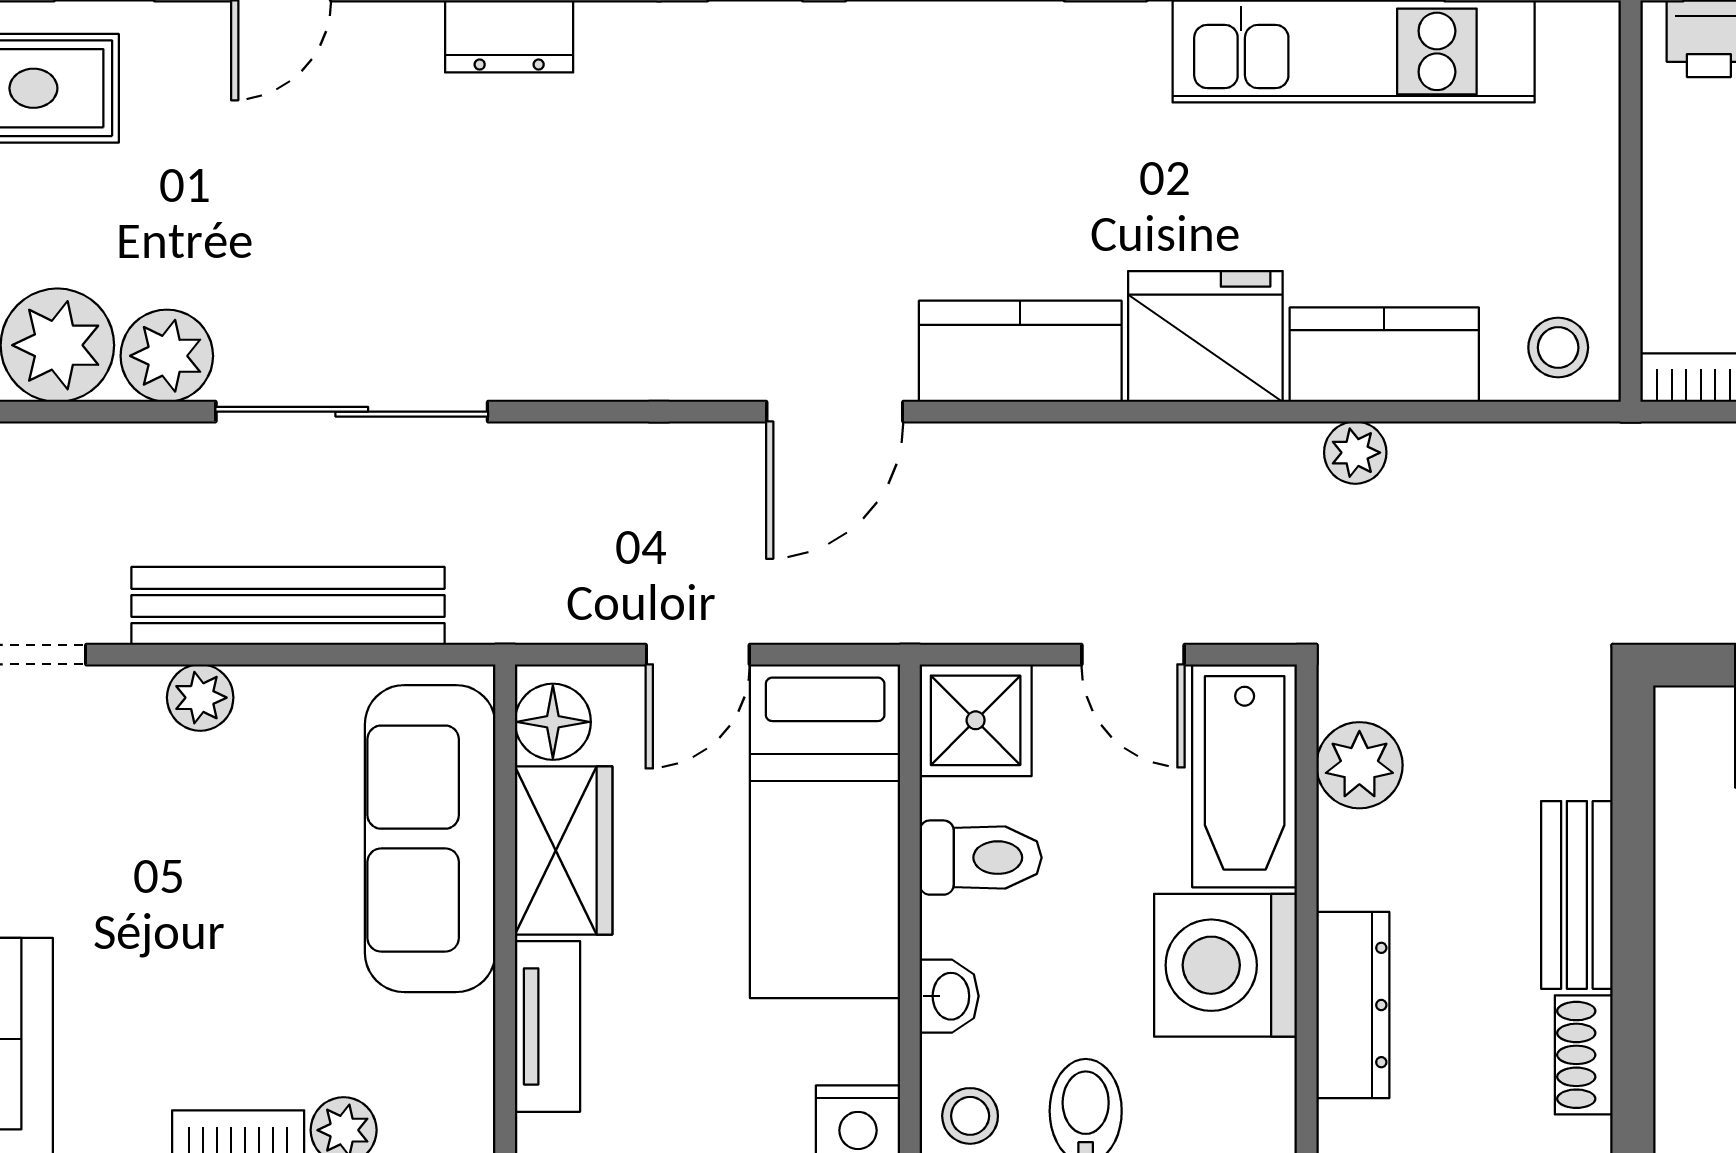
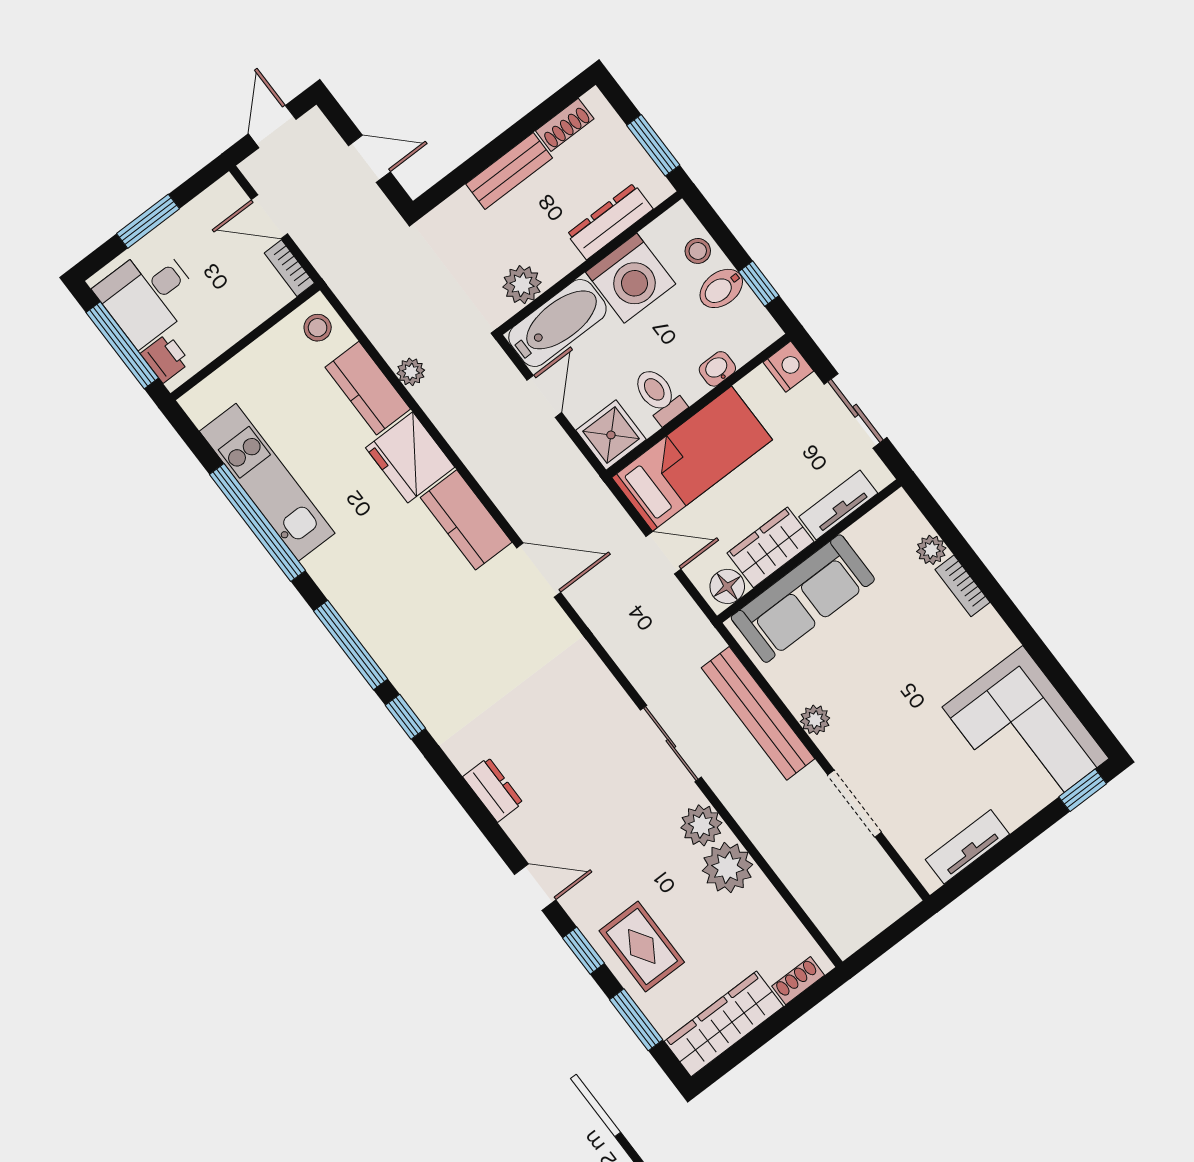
sliding door: (352, 412) -> (671, 744), width x0.73
stool: (970, 1116) -> (698, 251), moved

